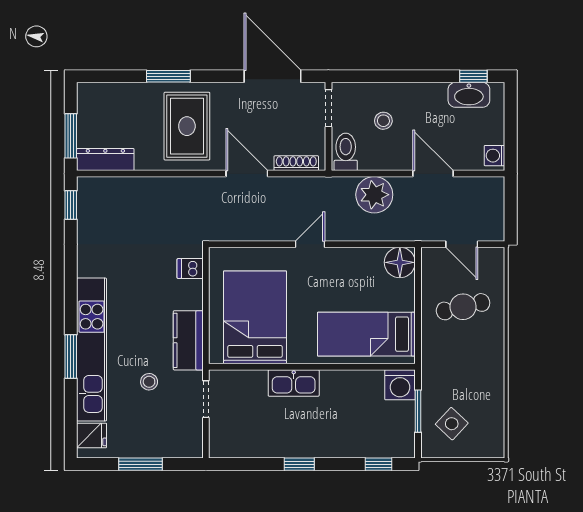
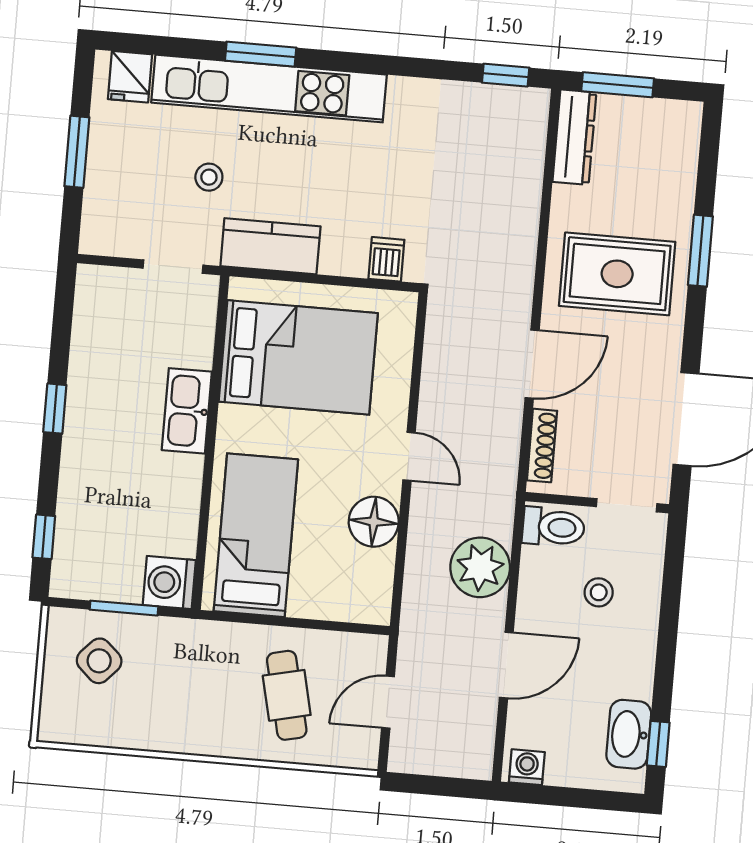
floor lamp: (400, 262) -> (374, 522), moved

